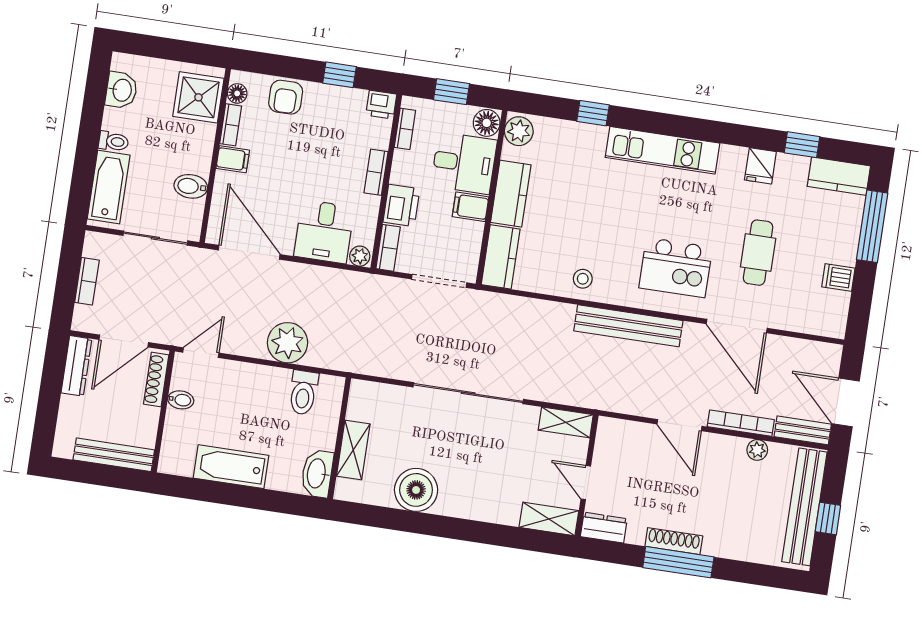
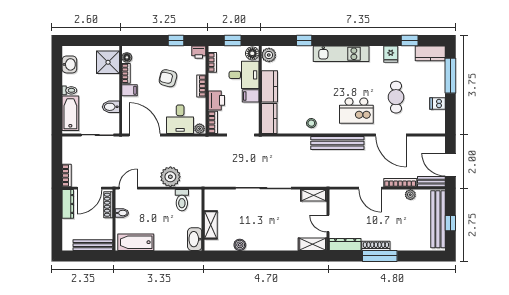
armchair: (286, 97) -> (168, 78), moved, turned 104
bookcase: (87, 281) -> (67, 175), moved
bathtub: (231, 467) -> (136, 242), moved
boiler: (416, 490) -> (240, 245), width x0.54, depth x0.54
dresser: (604, 528) -> (345, 244), width x1.44

